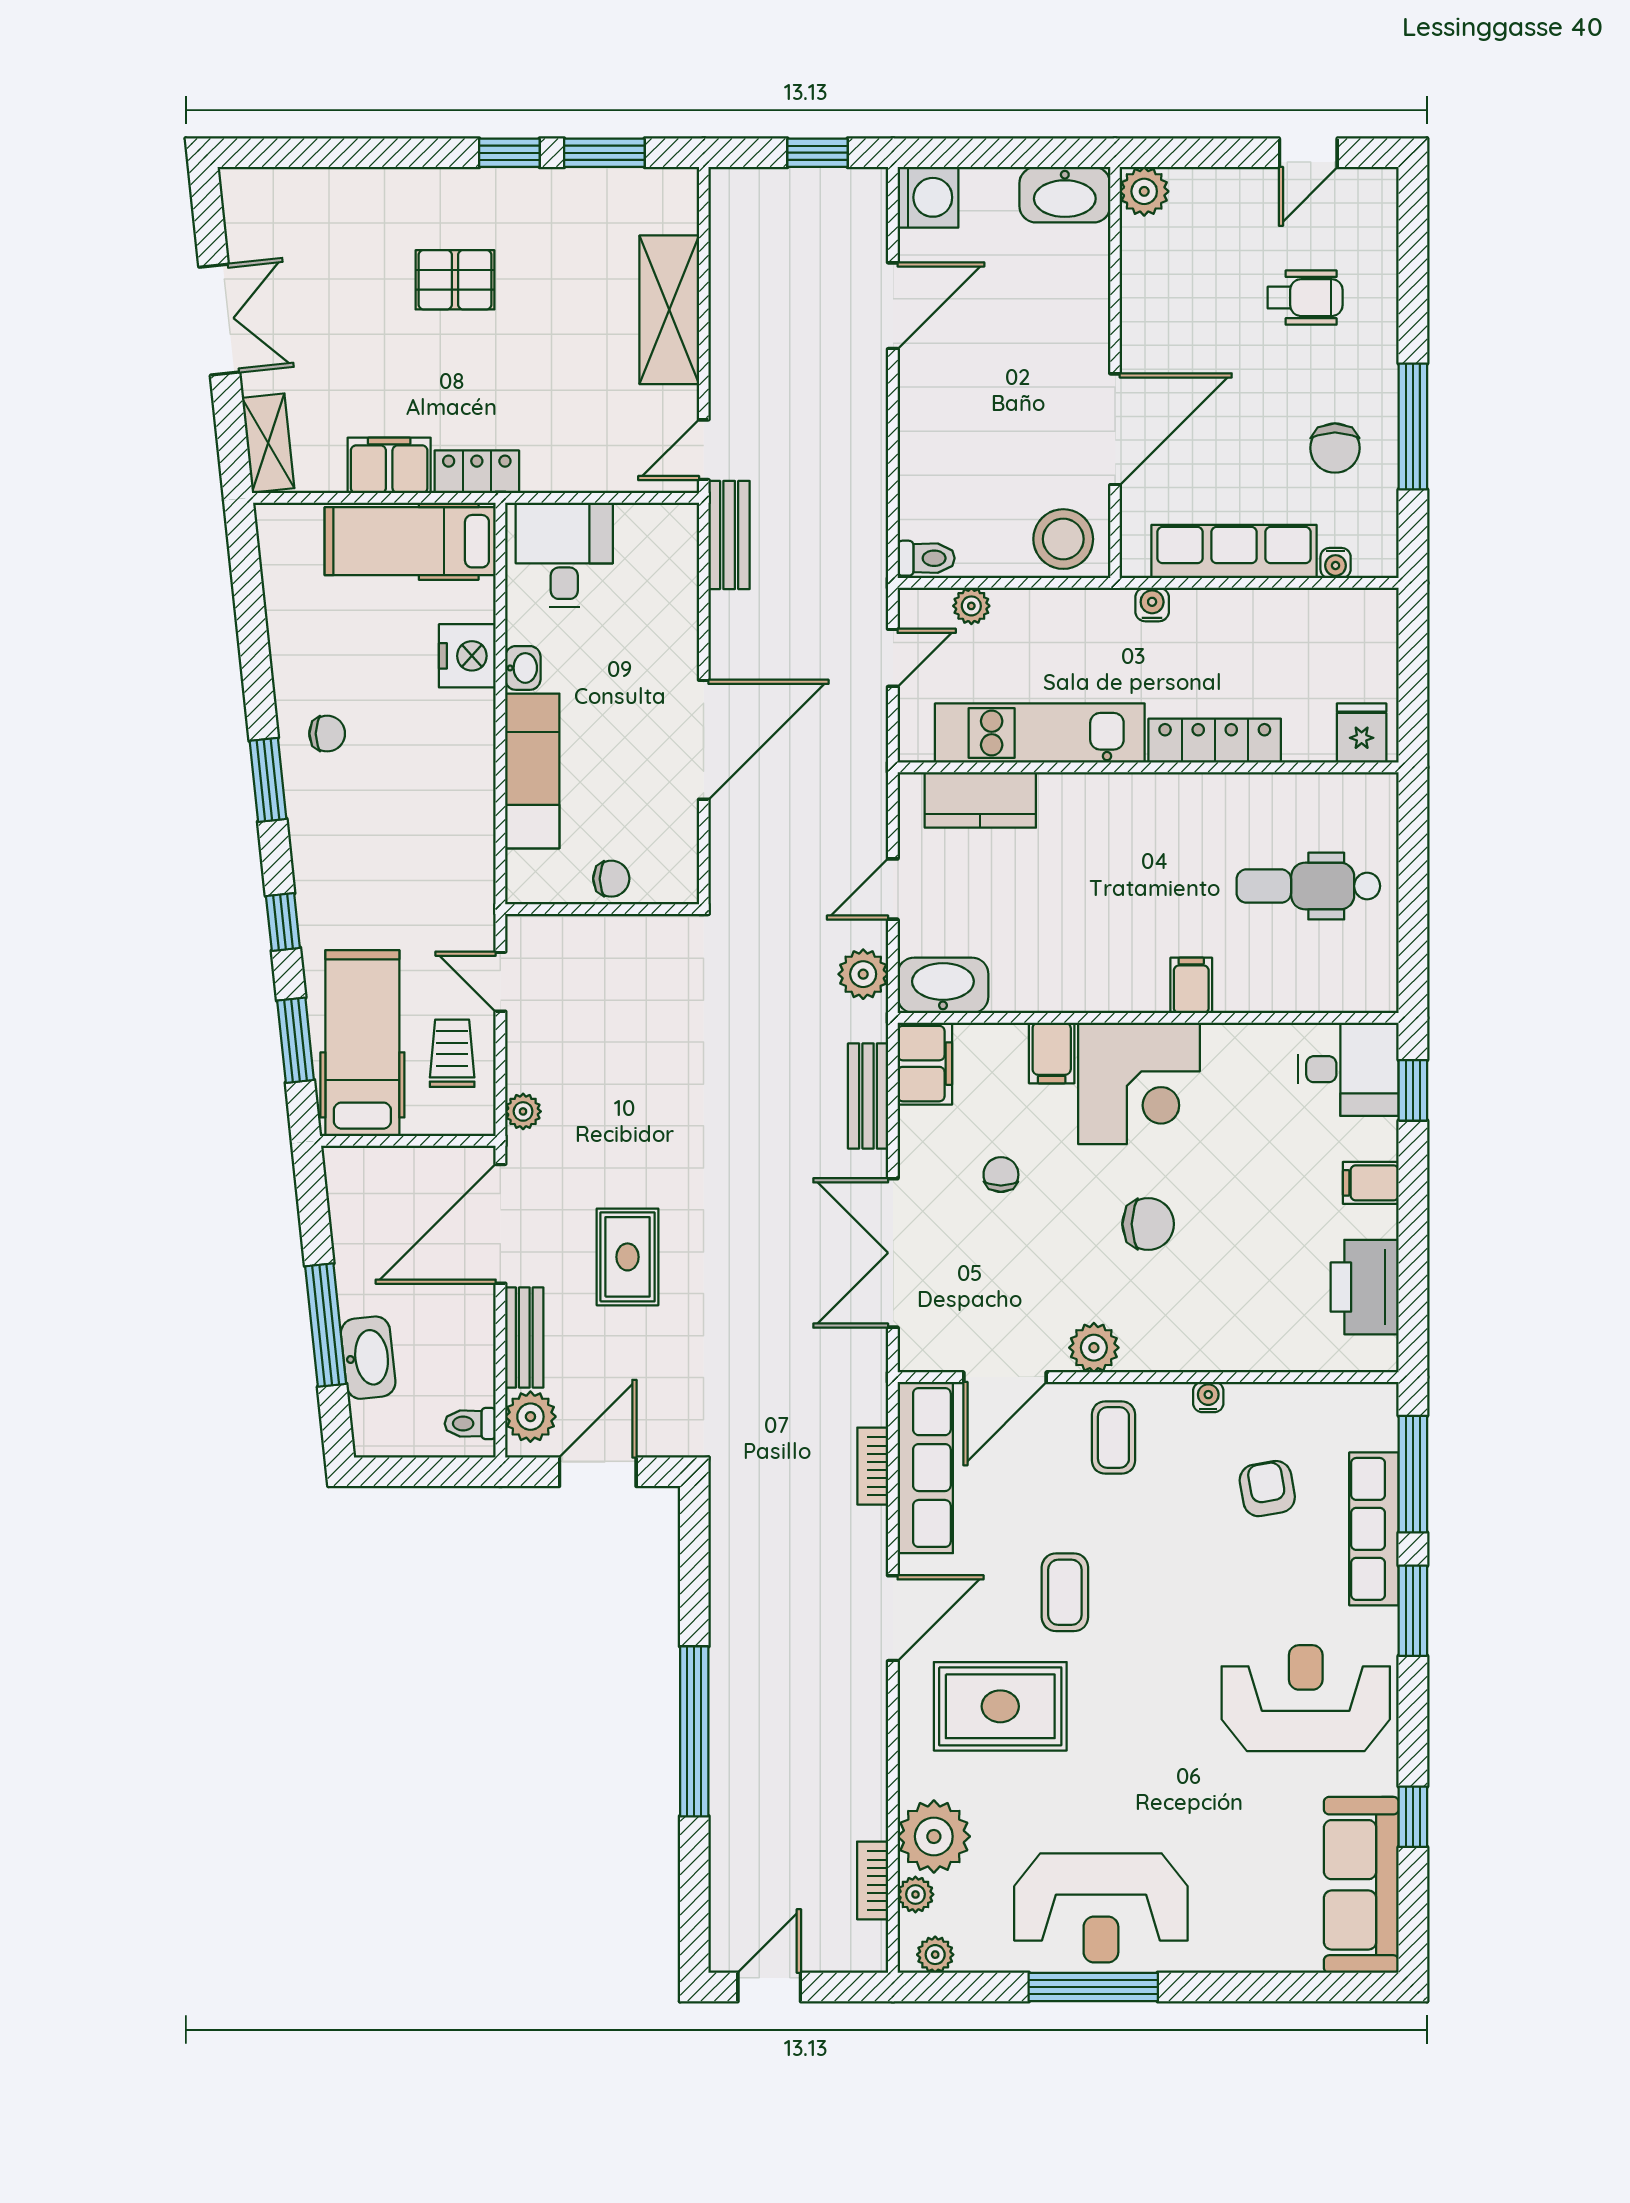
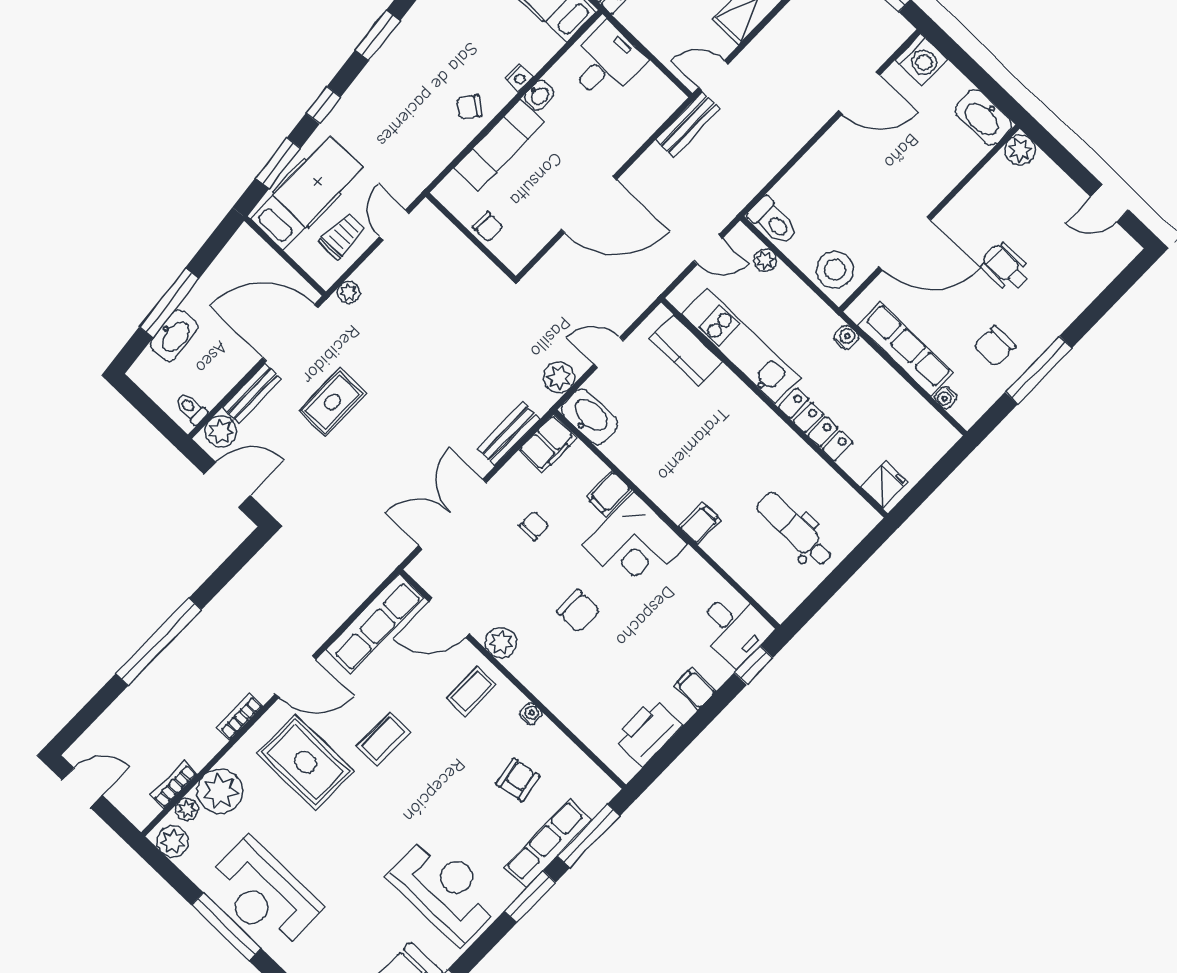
wheelchair: (1305, 298) -> (1006, 267), moved, turned 180
toilet: (926, 558) -> (773, 221), width x1.37, depth x1.39
nightstand: (467, 656) -> (519, 78), width x0.53, depth x0.56
chair: (327, 734) -> (469, 107), moved, turned 127
bookcase: (873, 1466) -> (240, 716), moved
plant: (935, 1955) -> (173, 841), width x1.38, depth x1.38

